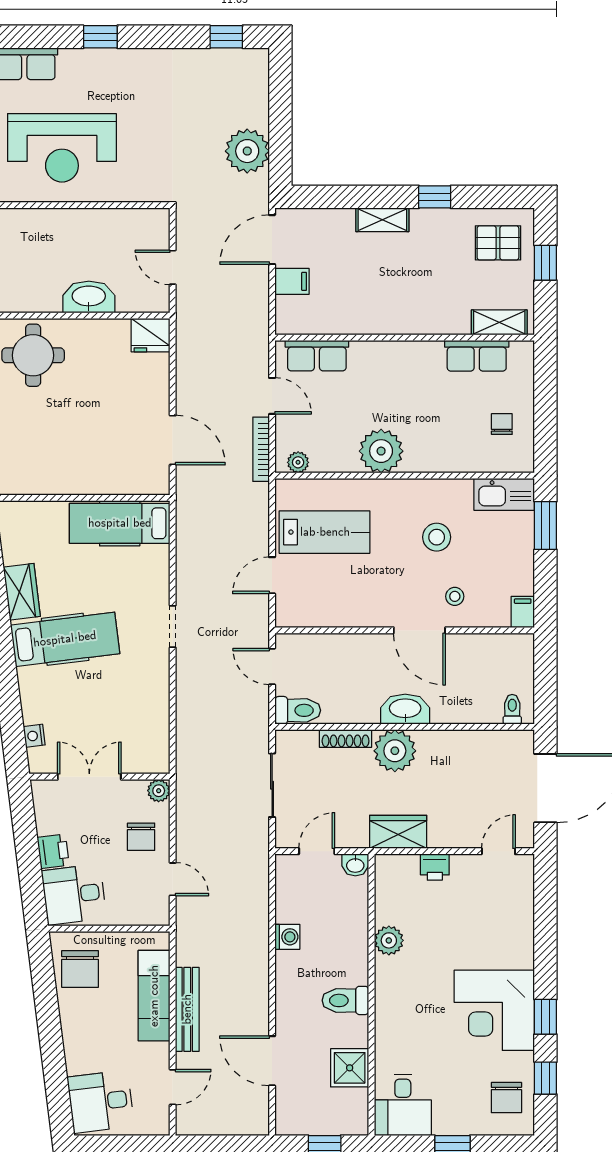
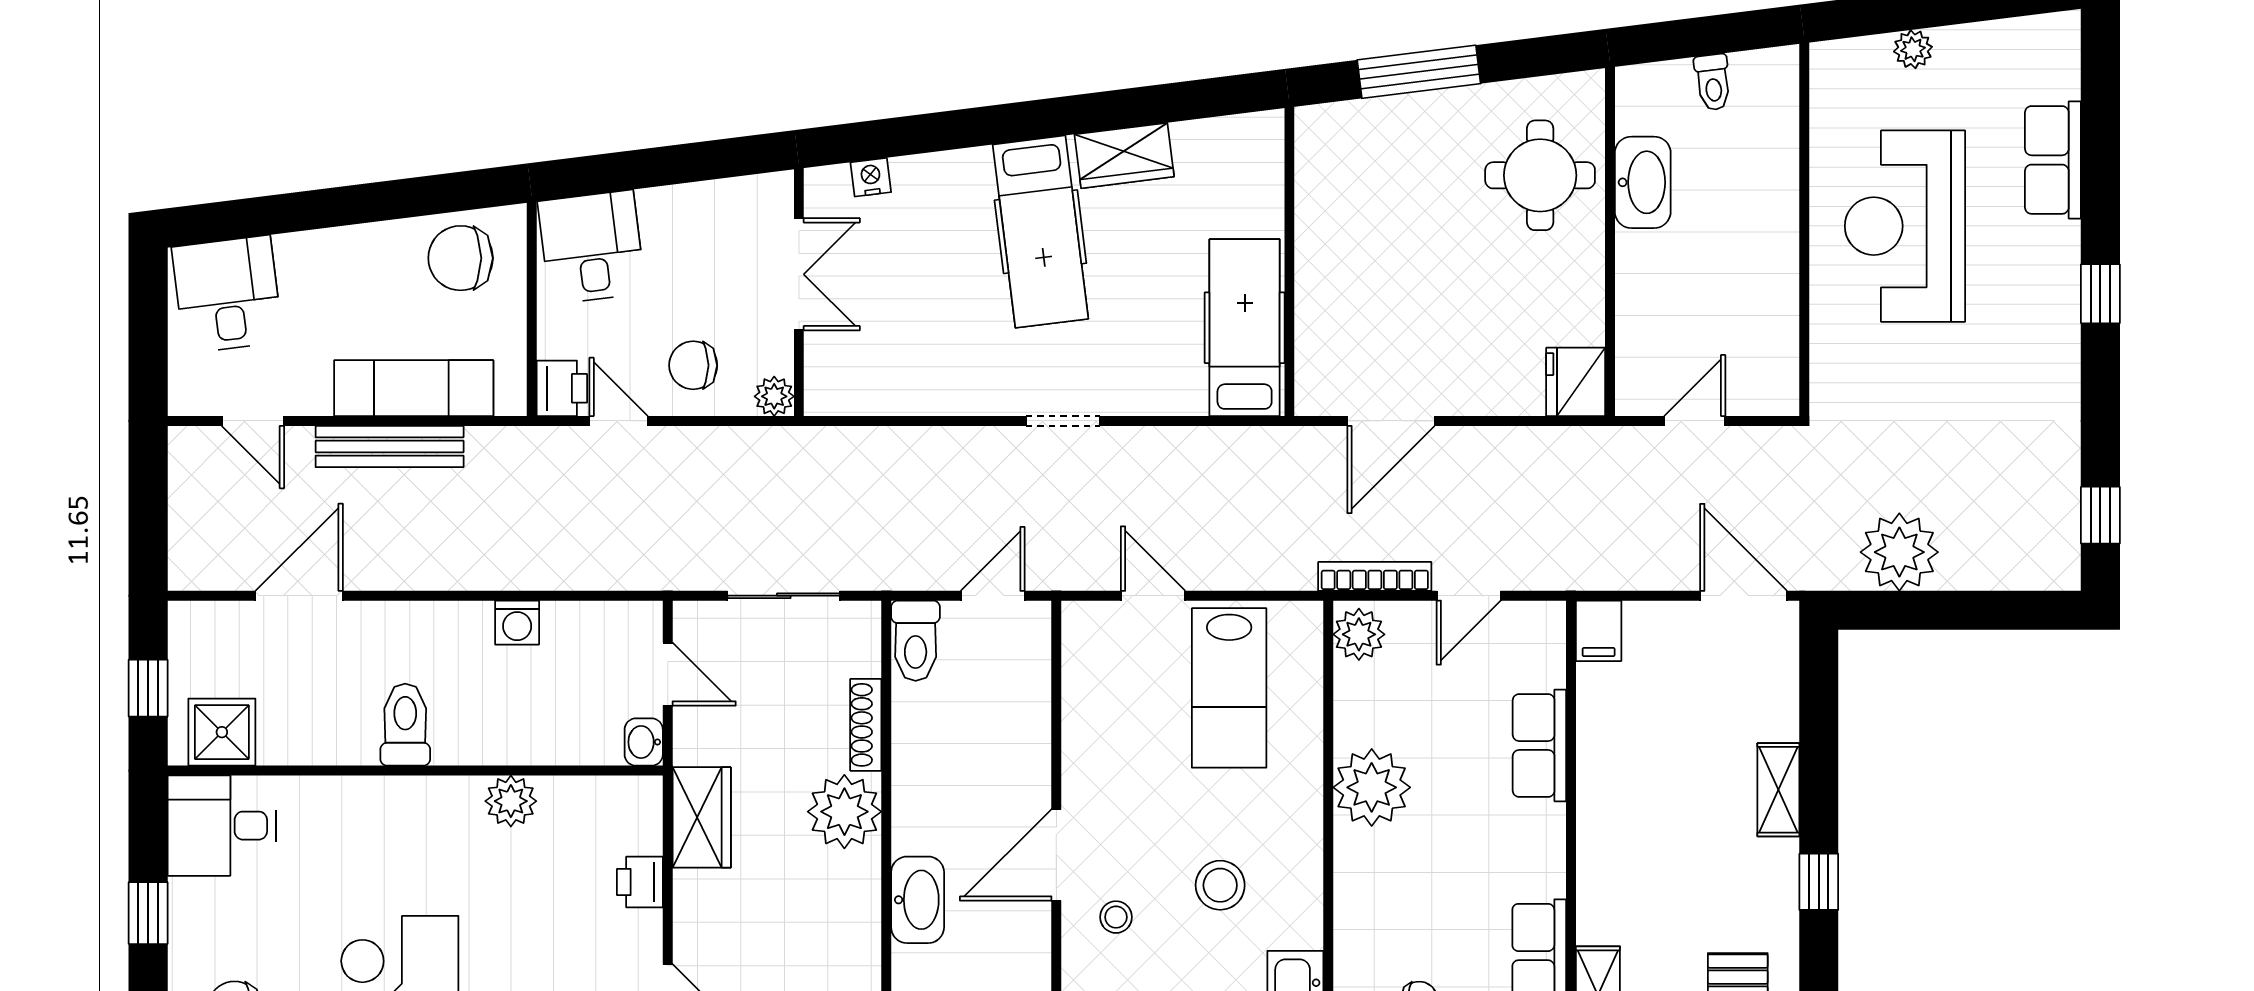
filing cabinet: (292, 281) -> (1599, 631), moved
washbasin: (89, 297) -> (1643, 182), moved
row of seats: (317, 356) -> (1539, 745), moved
plant: (298, 462) -> (1359, 634), width x1.38, depth x1.38
washbasin: (405, 709) -> (918, 900), moved
printer: (53, 851) -> (562, 388), moved, turned -83
door: (173, 879) -> (619, 421), swing flipped
shower: (350, 1068) -> (222, 732), moved

